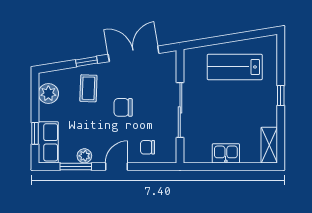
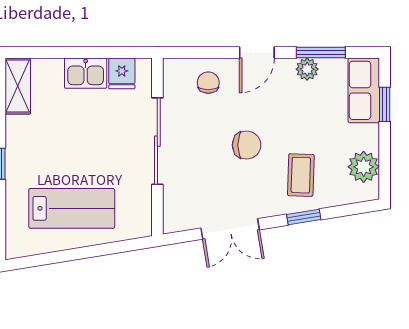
double door: (134, 54) -> (230, 229), width x0.73
chair: (148, 147) -> (208, 83), turned -90
fridge: (203, 153) -> (122, 73), added

